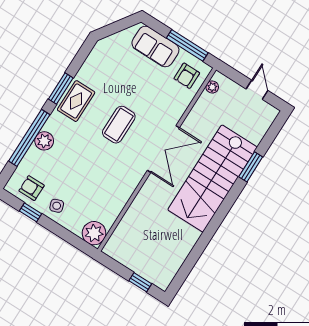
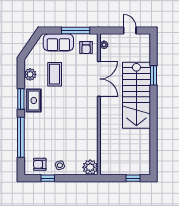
coffee table: (119, 125) -> (55, 74), moved
plant: (44, 141) -> (30, 74), moved
double door: (163, 149) -> (99, 79), moved

